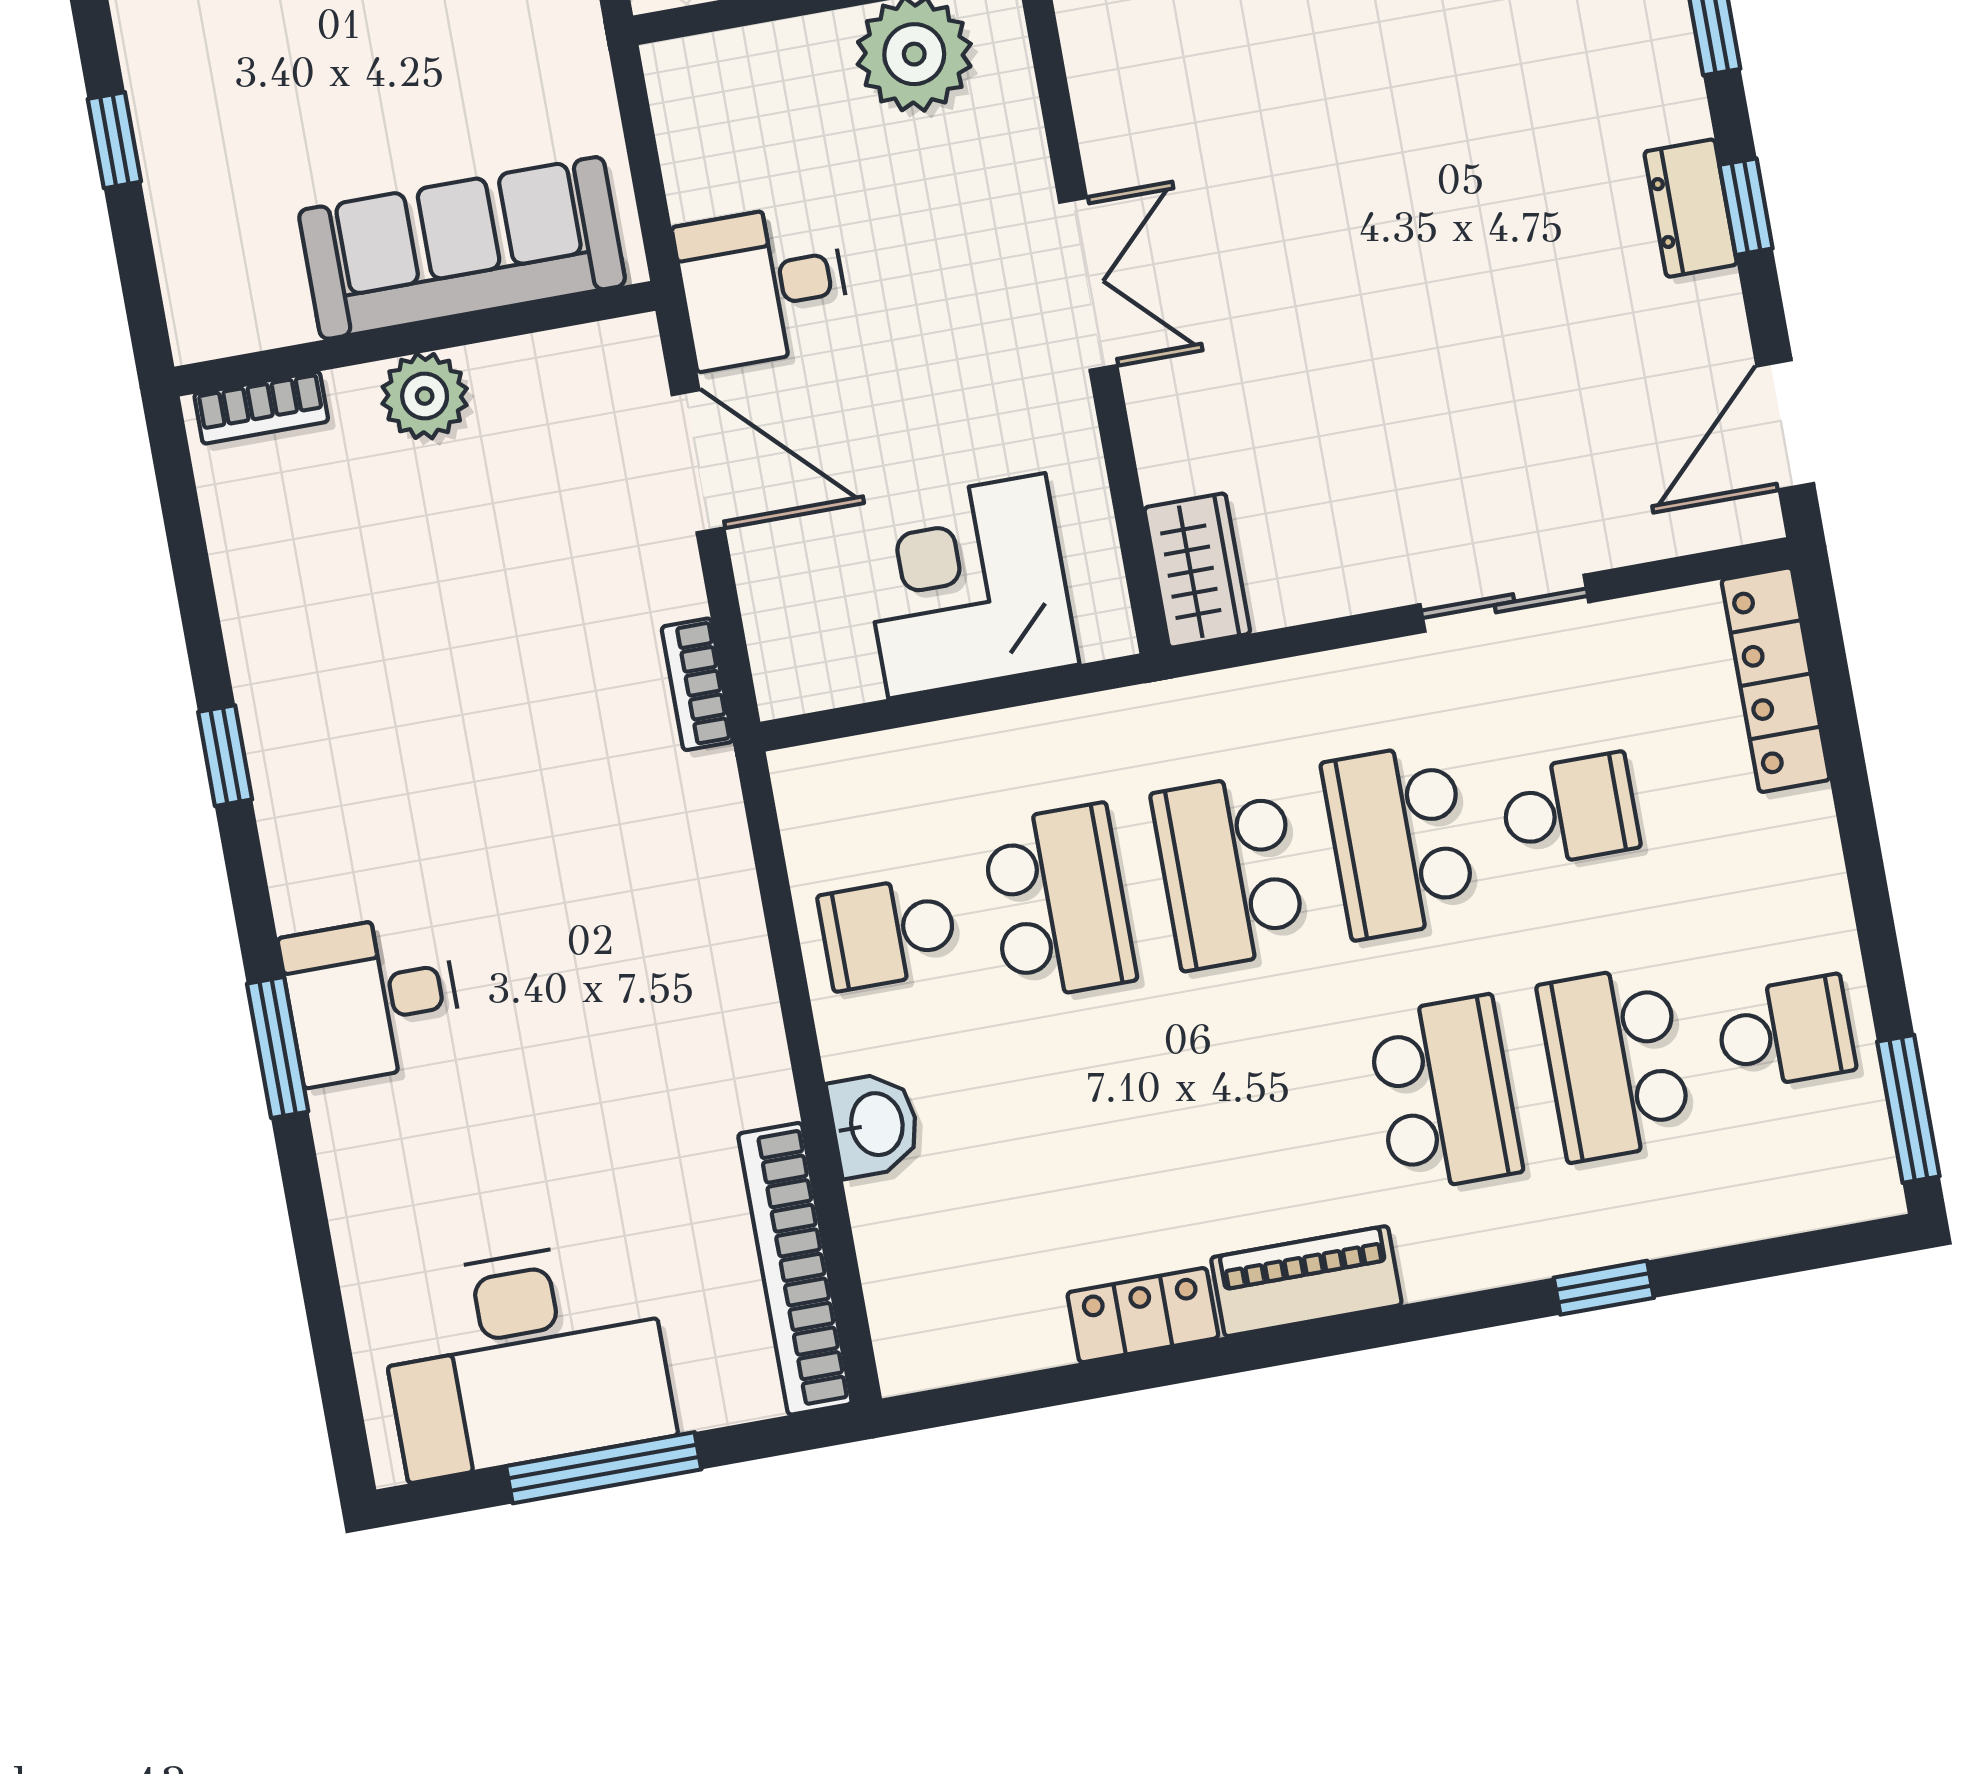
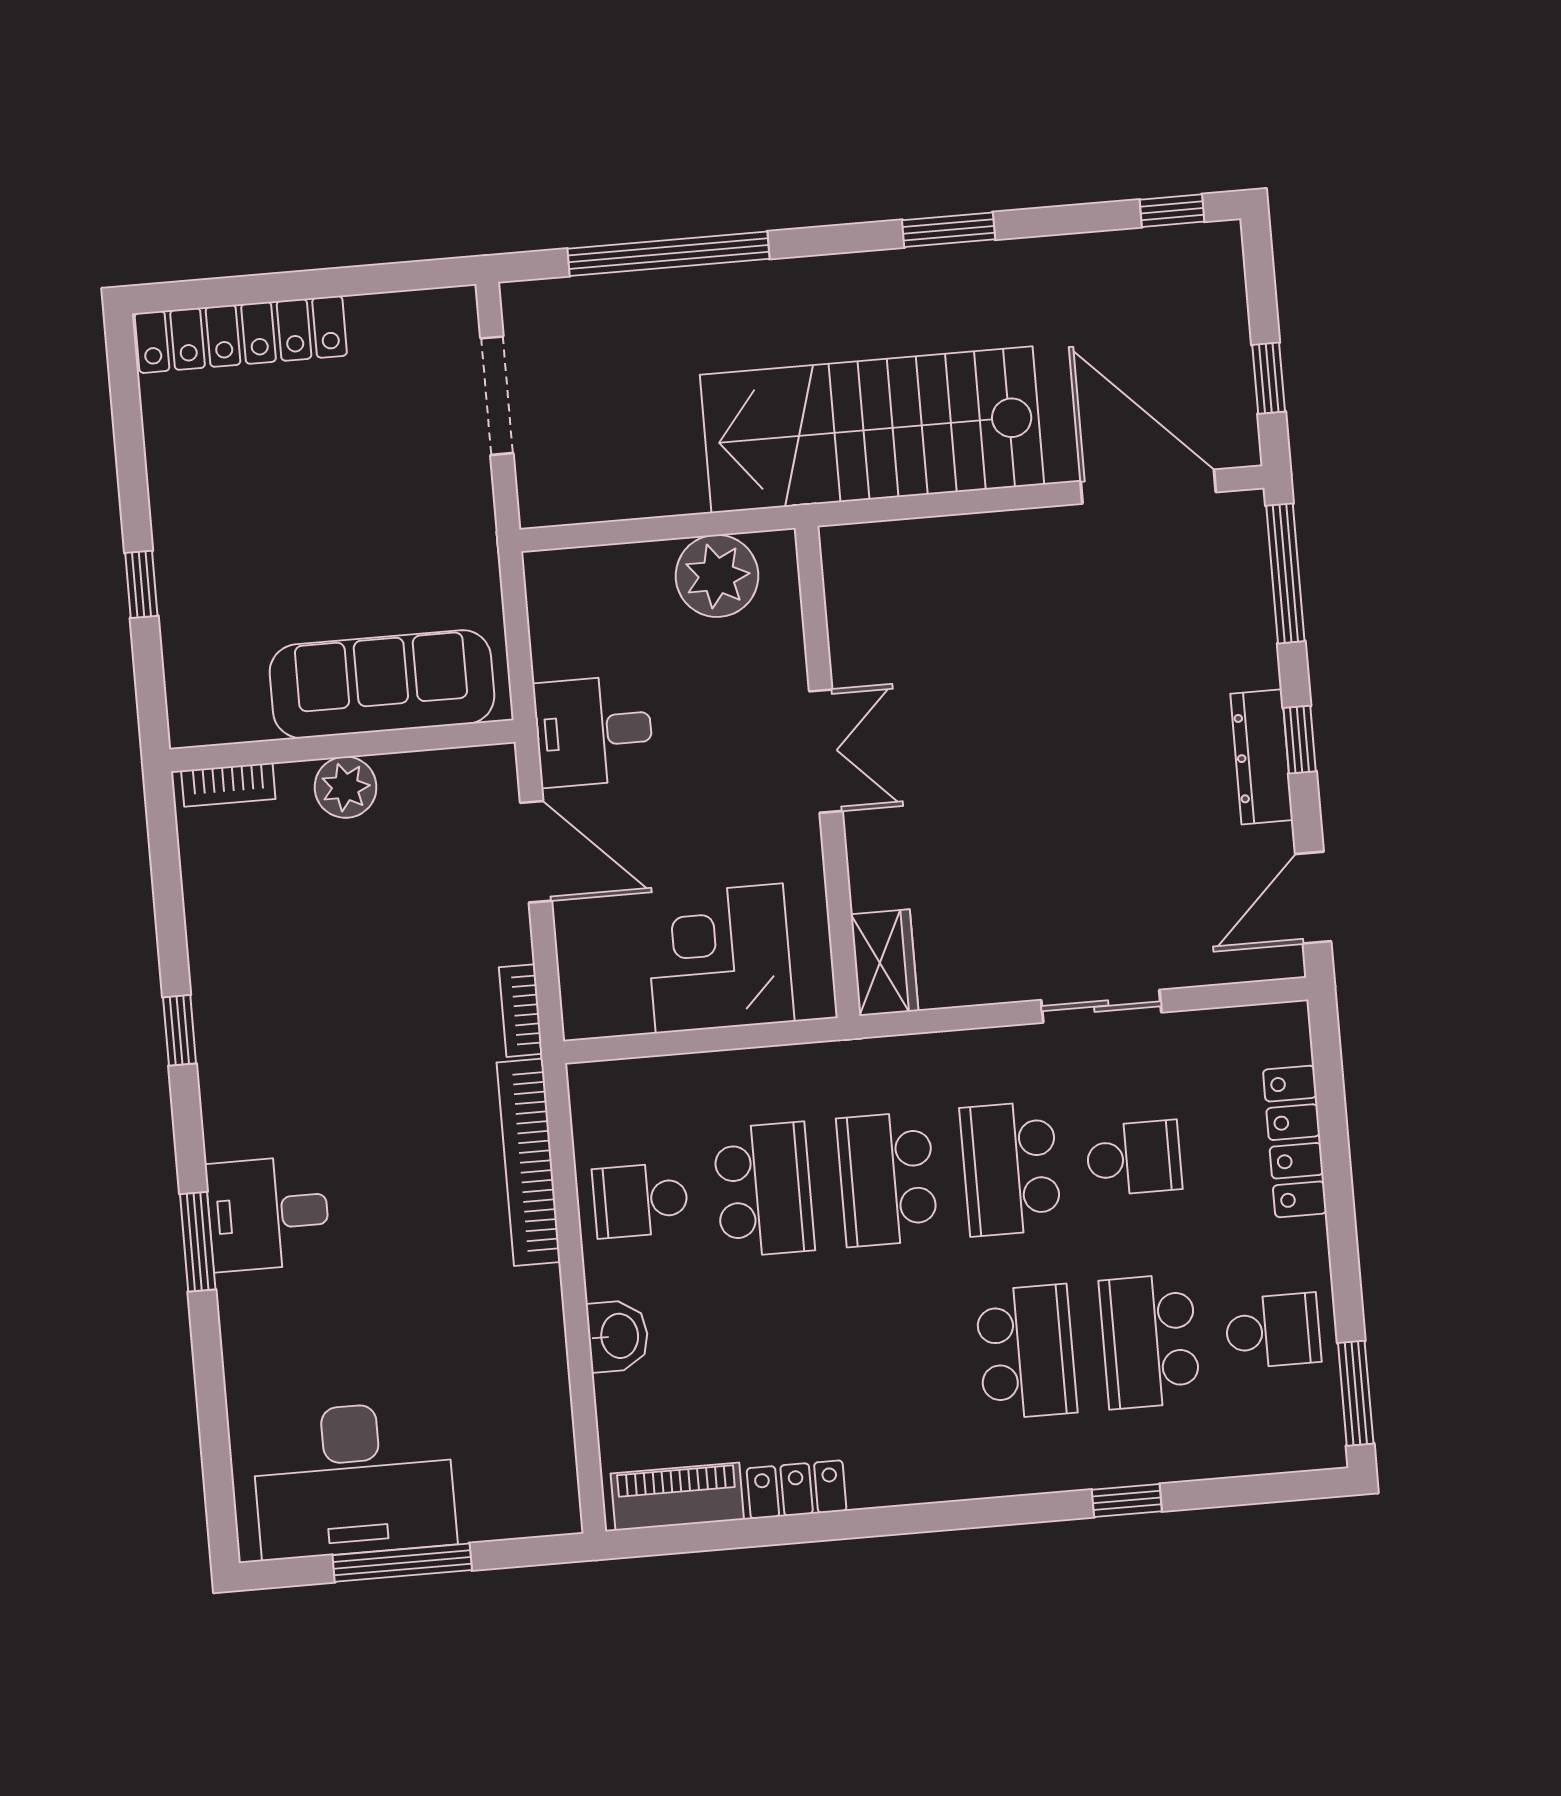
dresser: (1691, 208) -> (1262, 757), width x1.44
locker: (1776, 680) -> (1295, 1141), moved
bookcase: (795, 1269) -> (528, 1162), moved
piano: (1306, 1281) -> (677, 1497), moved

